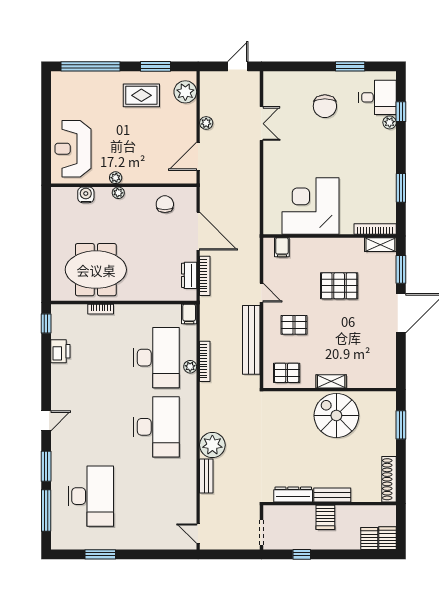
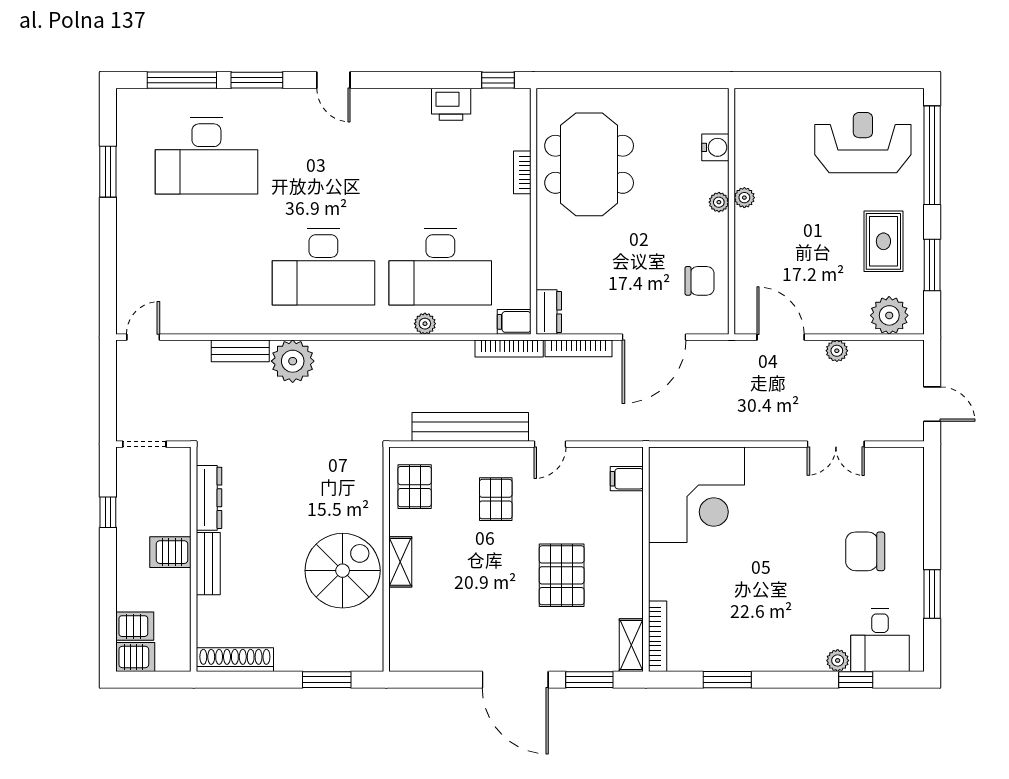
reception desk: (73, 149) -> (863, 143), moved
corner desk: (311, 206) -> (696, 495), moved, turned 90
dresser: (189, 275) -> (549, 312), moved, turned 90
bookcase: (205, 361) -> (509, 348), moved

